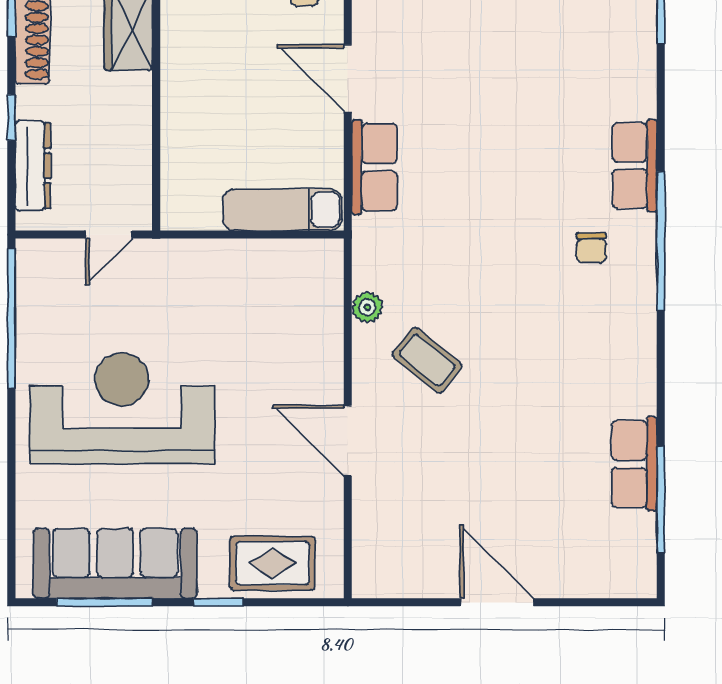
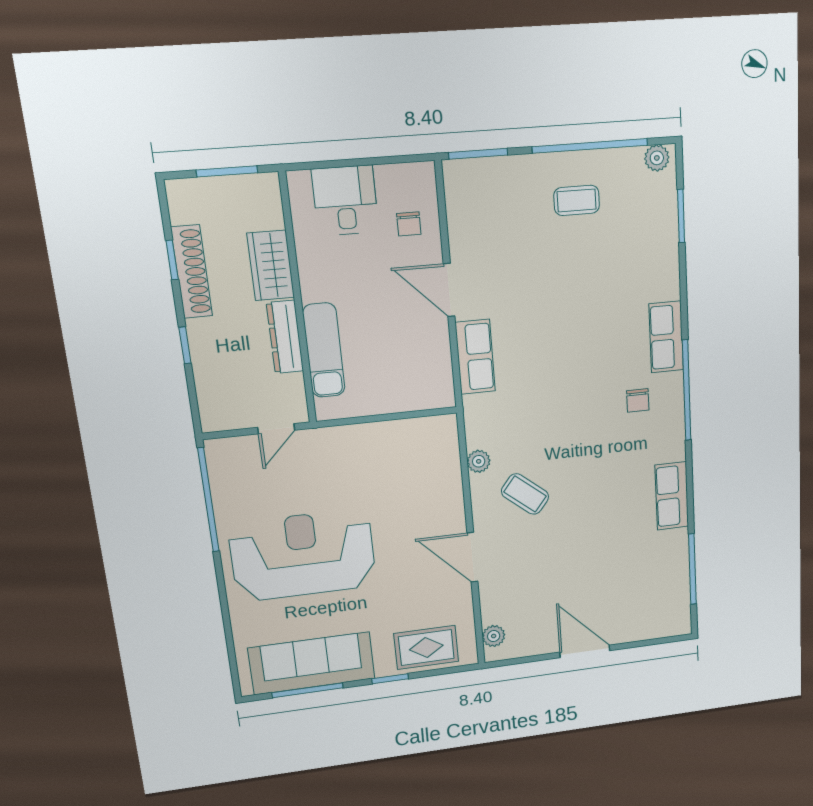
dresser: (33, 166) -> (285, 337), moved, turned 180
exam couch: (282, 210) -> (324, 350), moved, turned 90
row of seats: (634, 464) -> (672, 496), moved
plant: (368, 560) -> (494, 636), added

